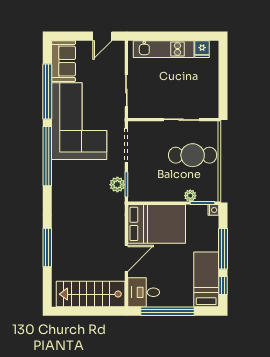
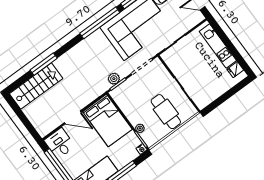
stairs: (91, 294) -> (36, 86), moved, turned 90

